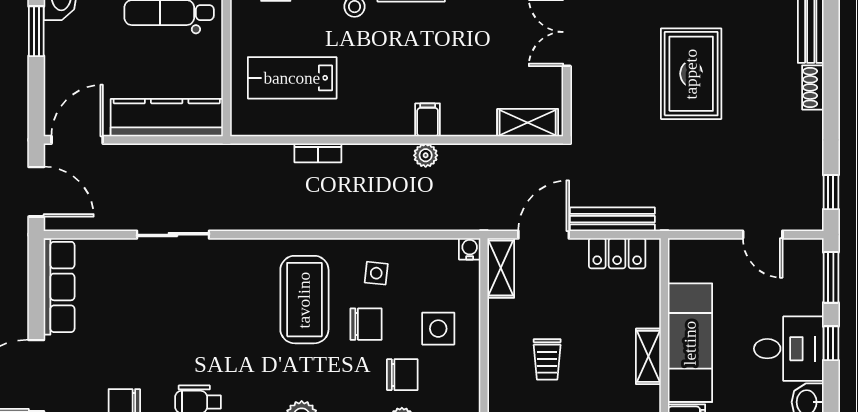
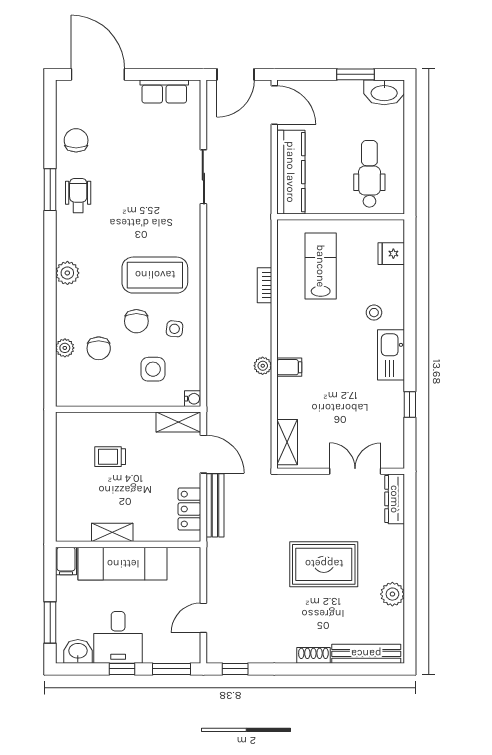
row of seats: (59, 287) -> (164, 92), width x0.68
side table: (438, 329) -> (153, 369), moved

